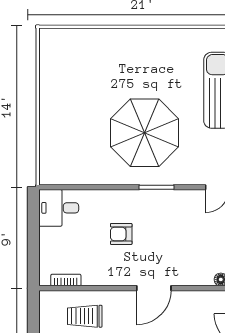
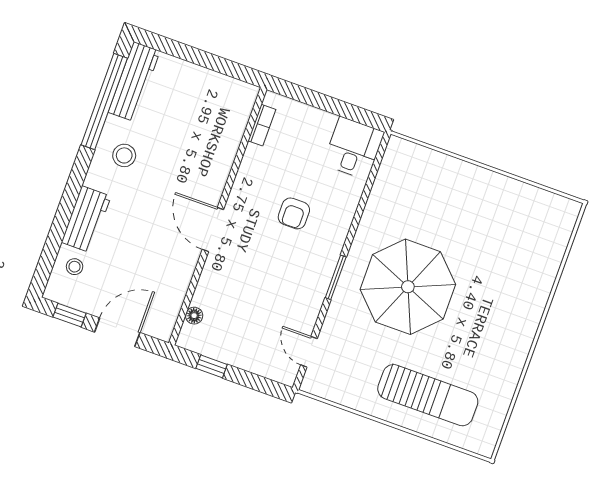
armchair: (121, 234) -> (294, 213), turned 180
trolley: (85, 316) -> (209, 132), removed

